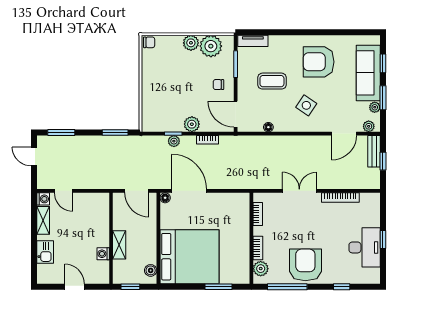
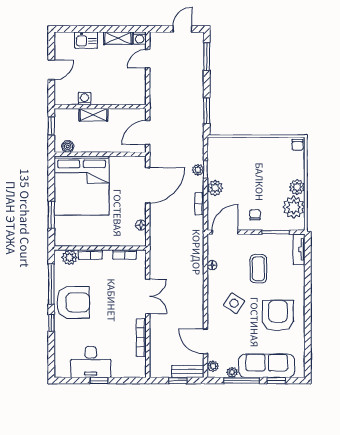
window: (383, 98) -> (242, 381), width x1.44
floor lamp: (165, 198) -> (141, 225), moved
window: (342, 287) -> (51, 323), moved

